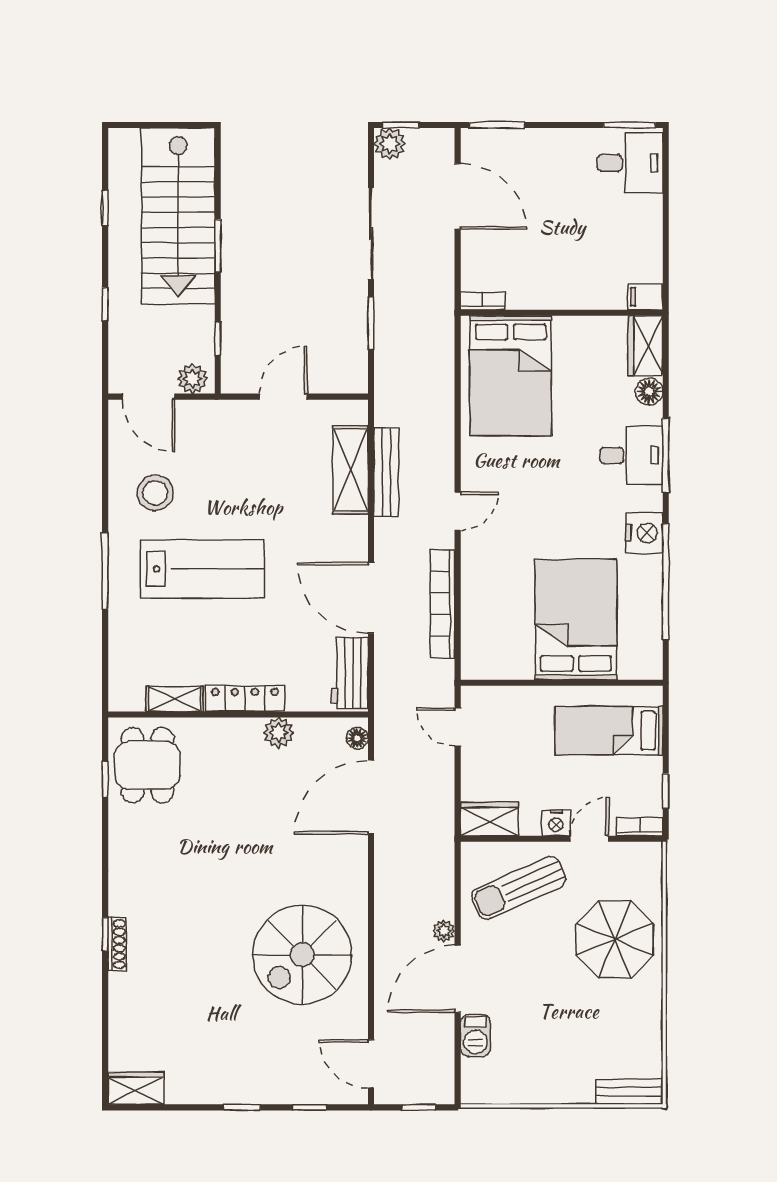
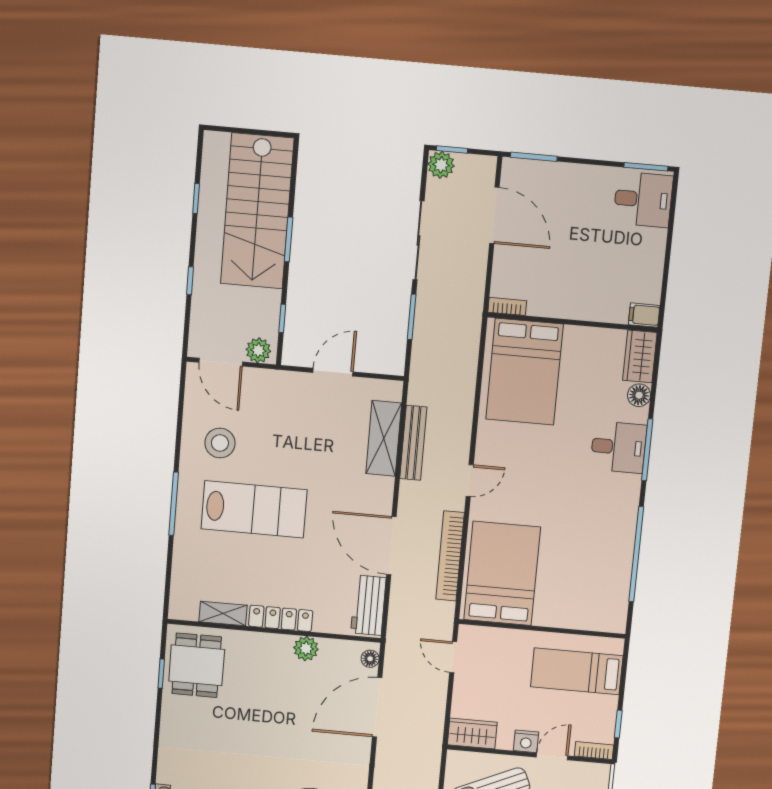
nightstand: (644, 533) -> (623, 512), removed
bed: (576, 619) -> (502, 573), moved

